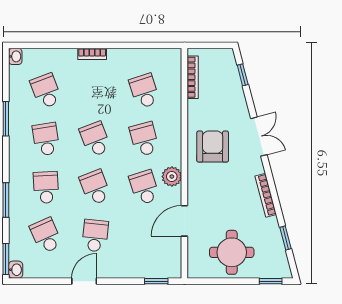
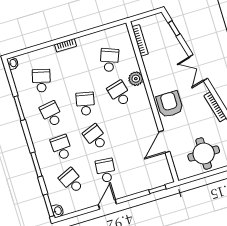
school desk: (46, 91) -> (41, 81), turned 36
school desk: (144, 91) -> (109, 60), turned 39
double door: (259, 137) -> (198, 68), swing flipped
school desk: (95, 139) -> (85, 104), turned 33
armchair: (213, 147) -> (170, 104), moved
plant: (172, 177) -> (136, 79), moved
school desk: (144, 187) -> (130, 127), removed

